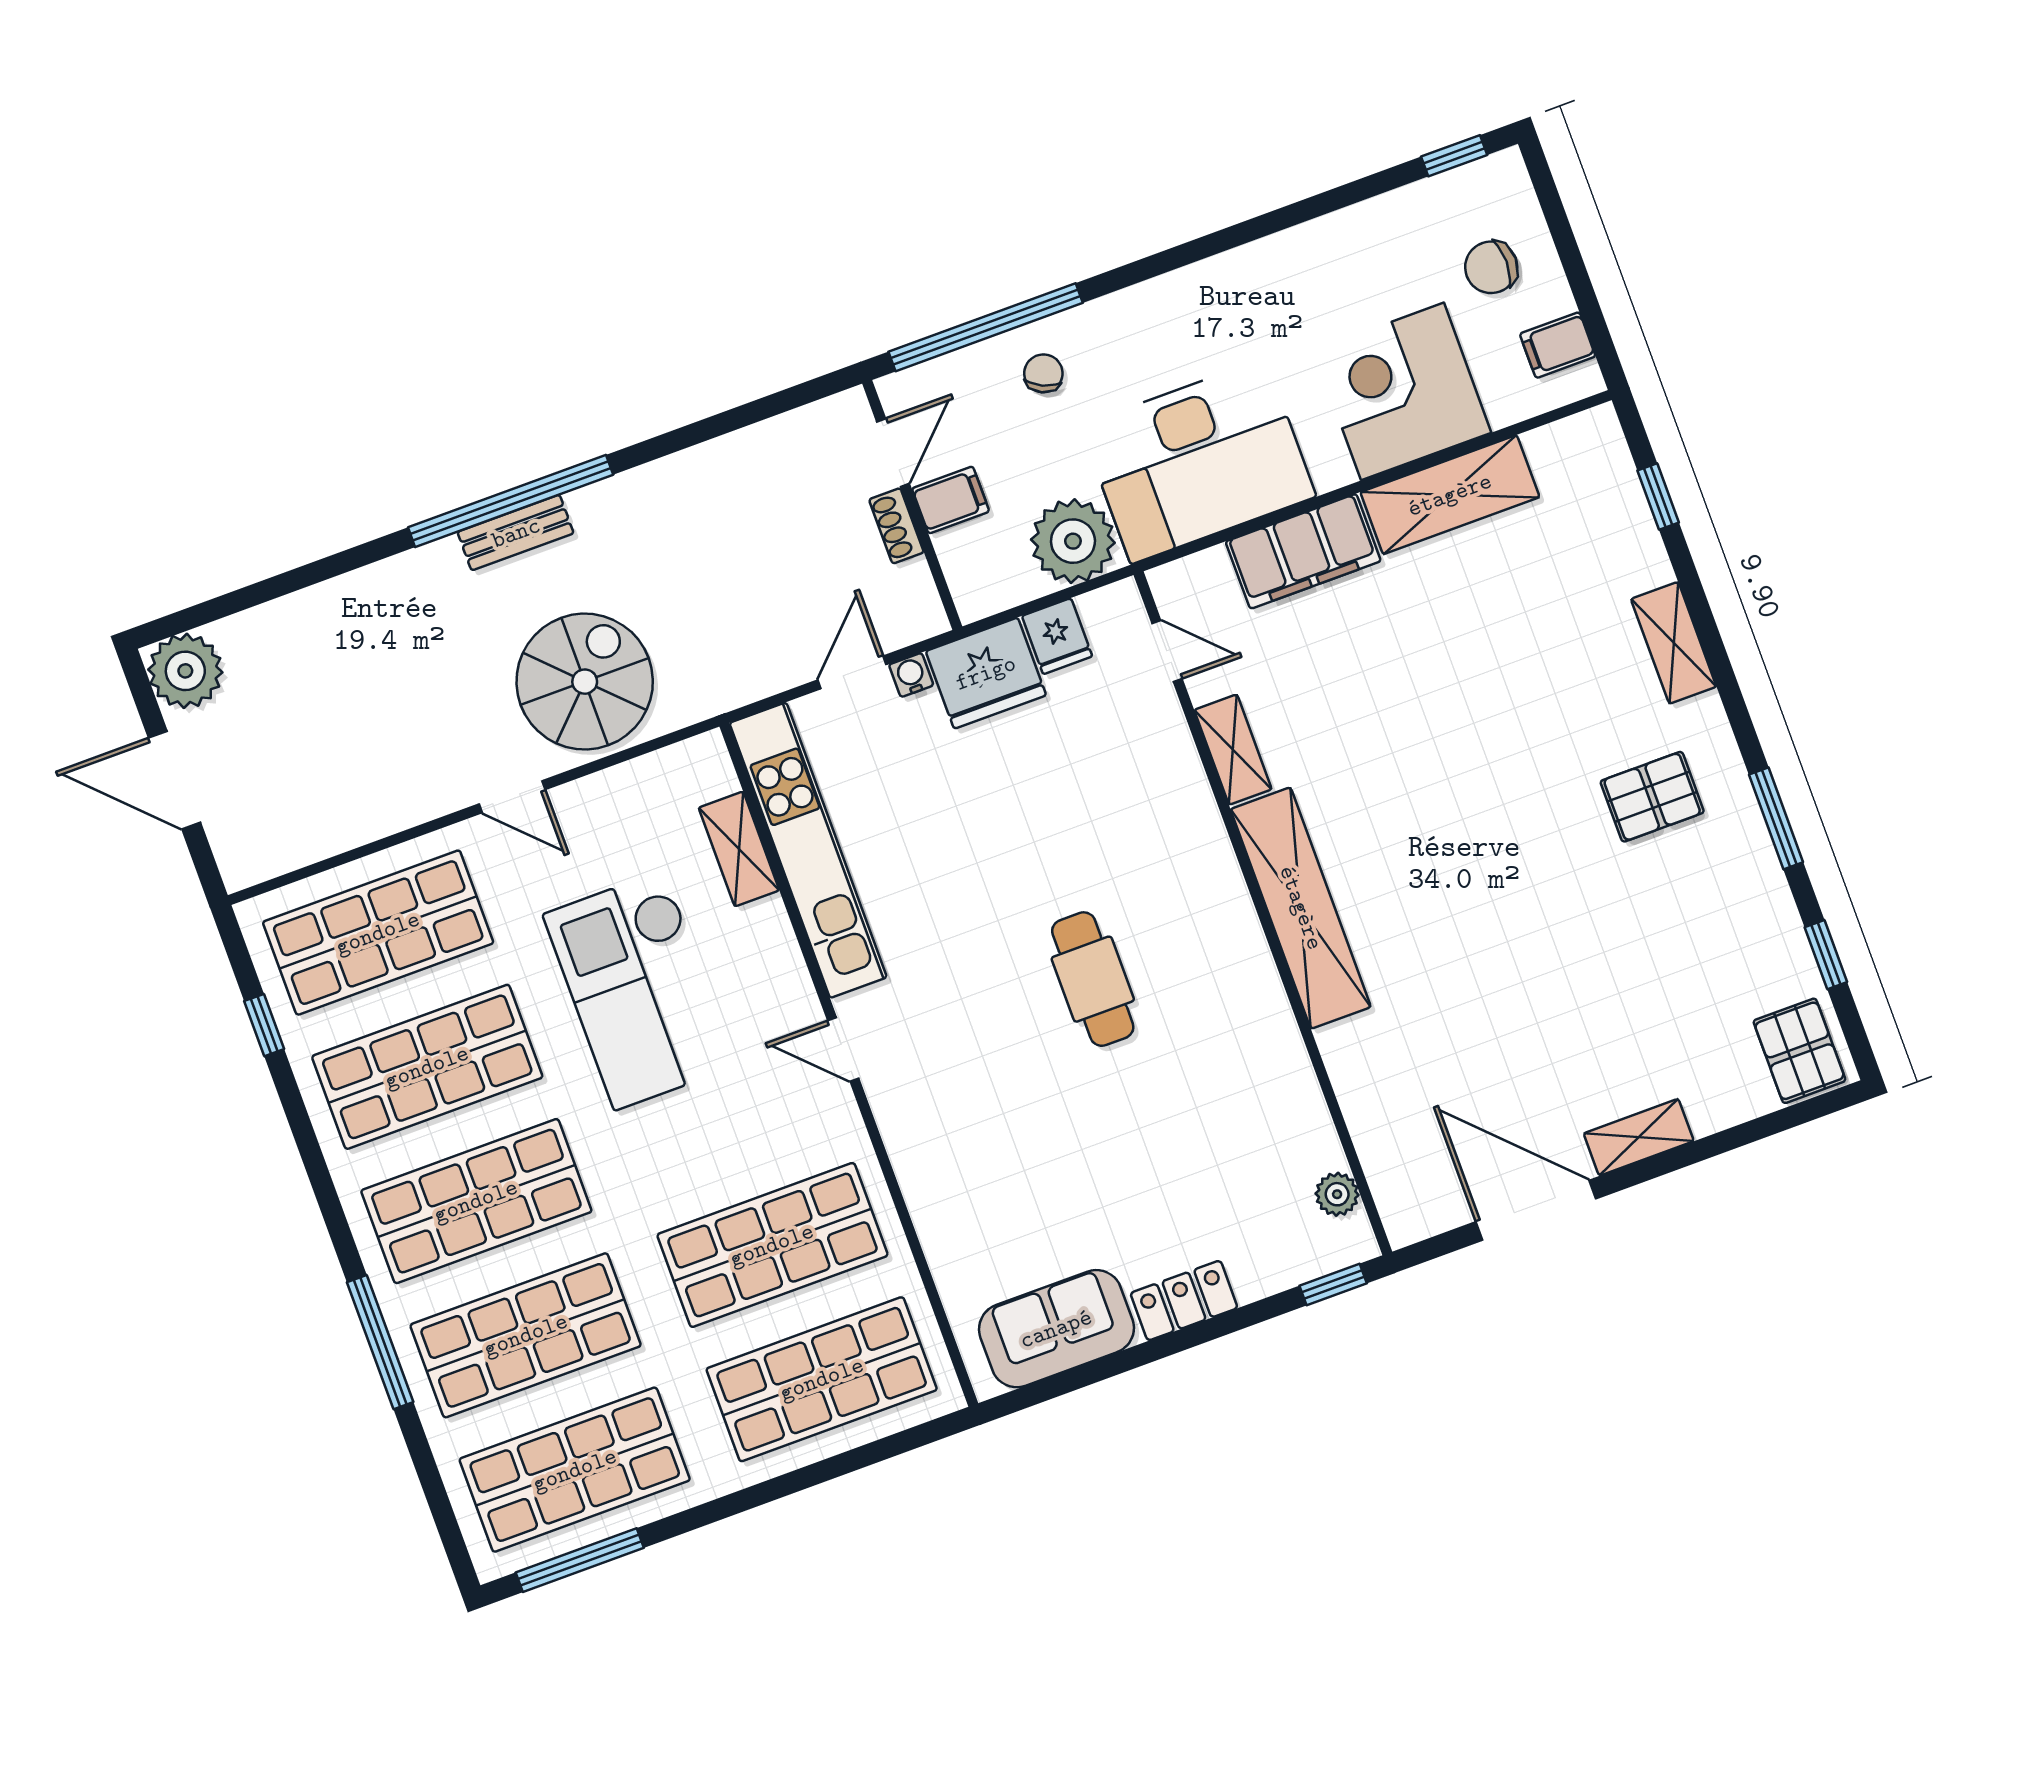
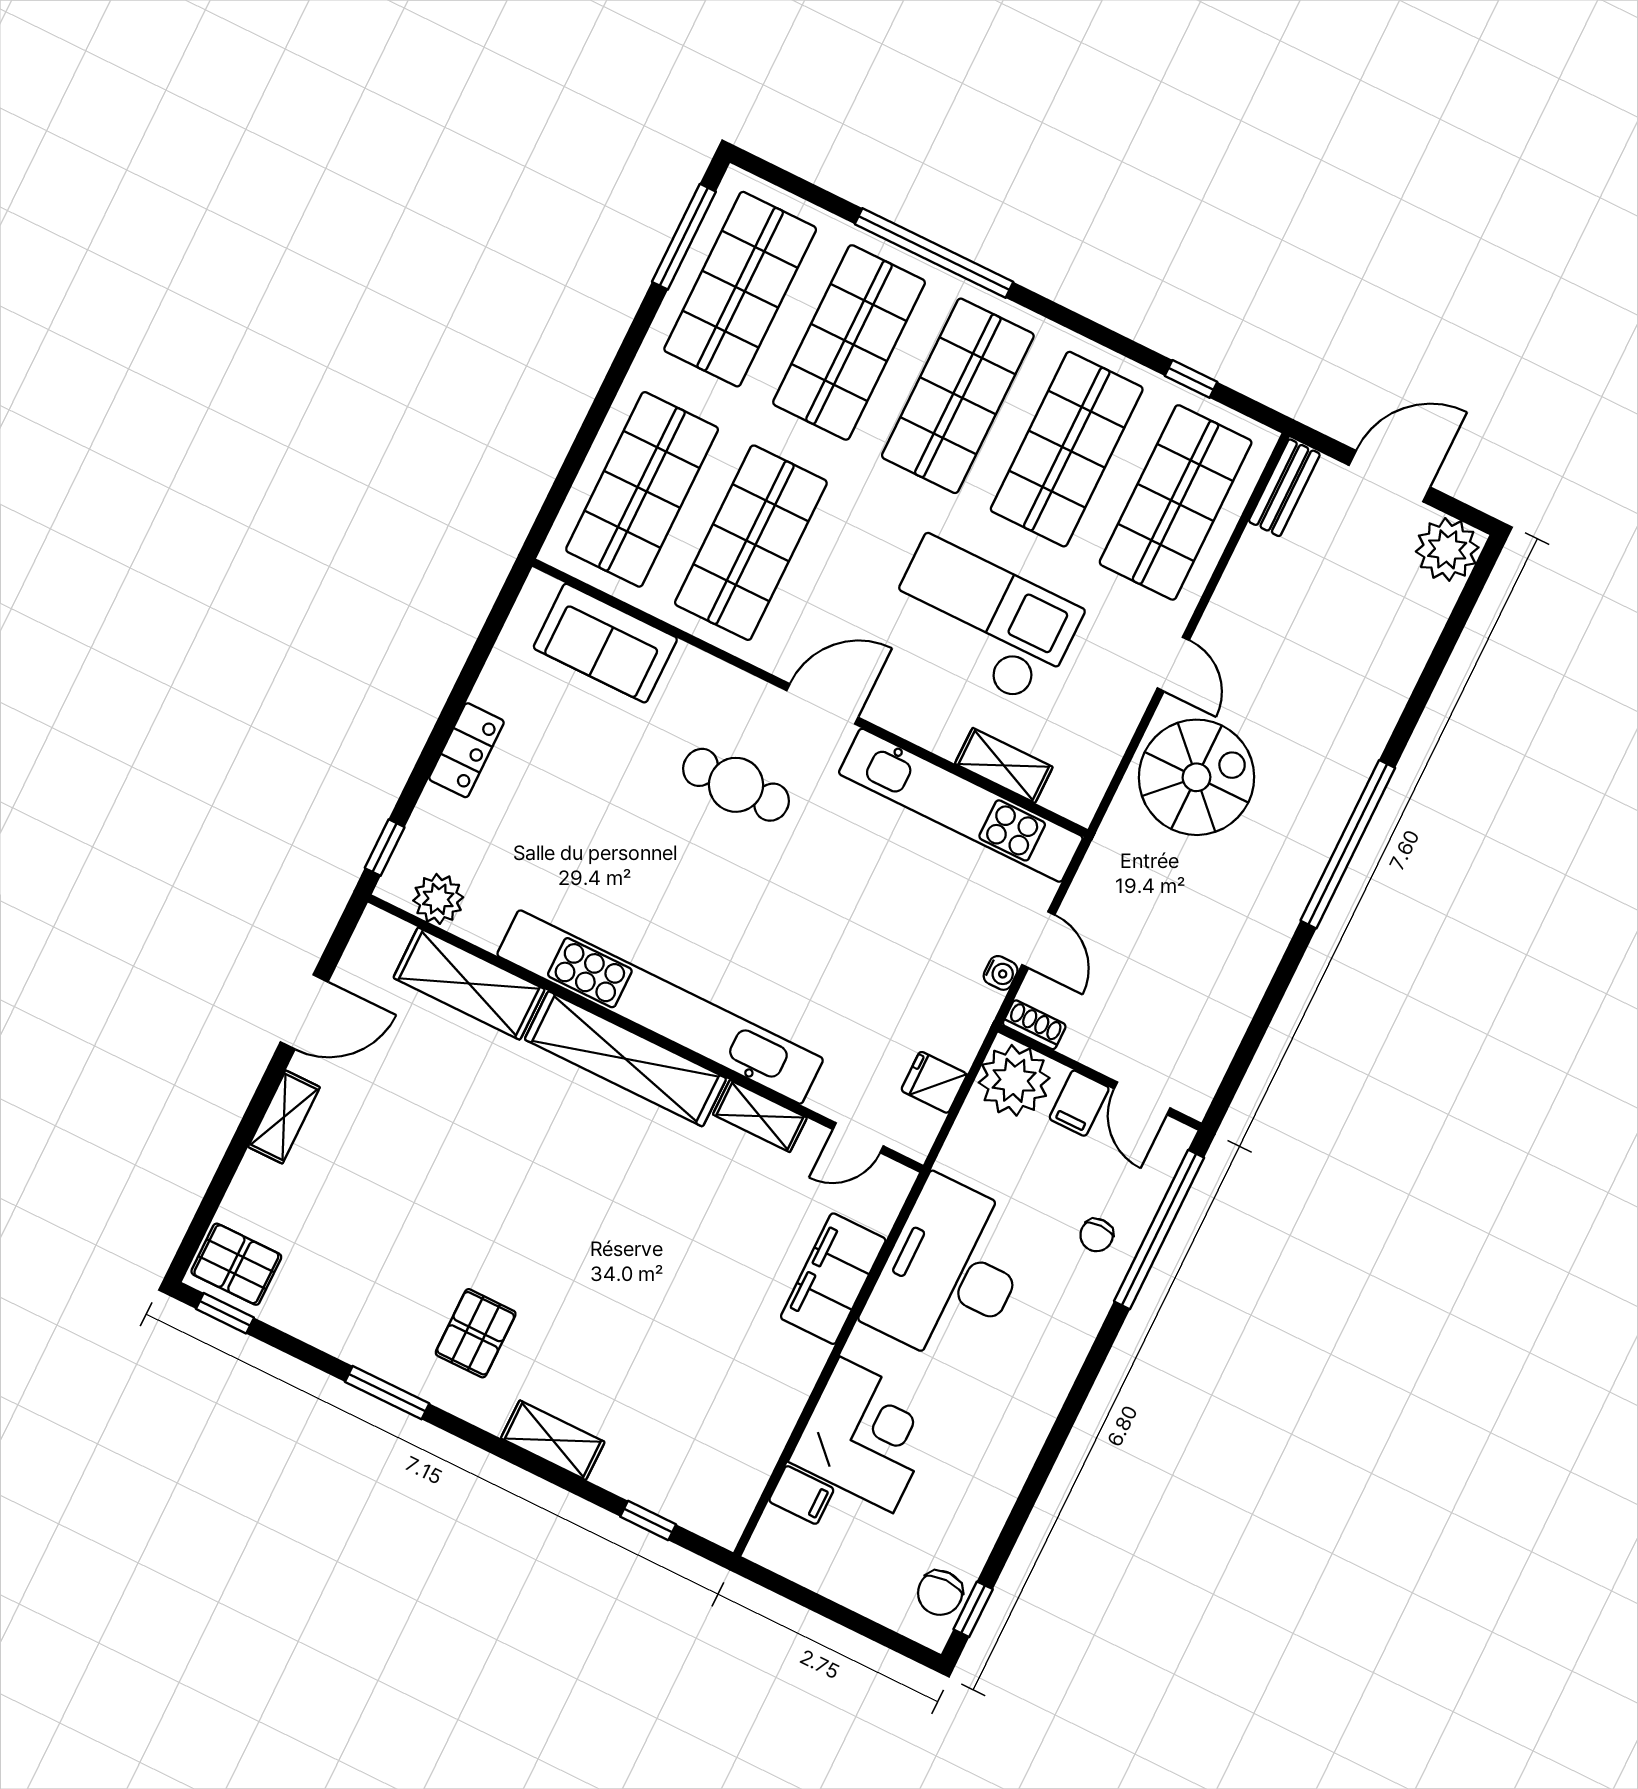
chair: (1491, 267) -> (940, 1593), moved, turned 180
filing cabinet: (1558, 345) -> (801, 1495), moved, turned 90
chair: (1043, 373) -> (1097, 1235), turned 65
shelving: (1450, 495) -> (469, 984), moved, turned 90
shoe rack: (896, 526) -> (1034, 1025), moved
bench: (516, 533) -> (1284, 488), moved
plant: (1073, 541) -> (1014, 1080), moved
fridge: (986, 673) -> (956, 1018), removed
spiral stairs: (585, 682) -> (1197, 777), turned -90
door: (512, 797) -> (1173, 664), swing flipped
kitchen unit: (1229, 924) -> (660, 1007), added
window: (1826, 955) -> (225, 1313), moved
cafe table: (1093, 979) -> (736, 785), moved
door: (843, 1049) -> (822, 704), width x1.38
plant: (1337, 1194) -> (438, 899), width x1.38, depth x1.38
door: (1536, 1210) -> (304, 1012), width x0.73
sofa: (1056, 1329) -> (605, 643), moved, turned 90
window: (380, 1342) -> (934, 253), width x1.46

